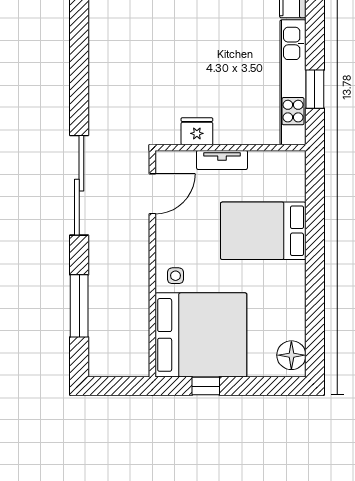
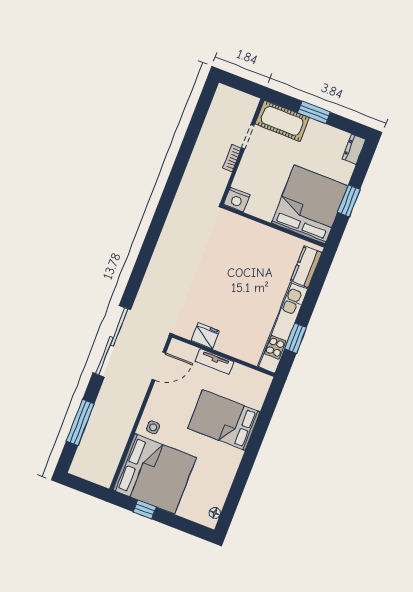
floor lamp: (291, 355) -> (215, 513), width x0.53, depth x0.53

